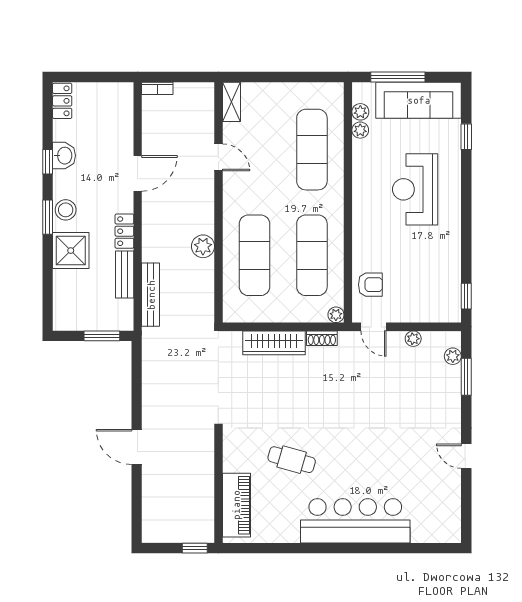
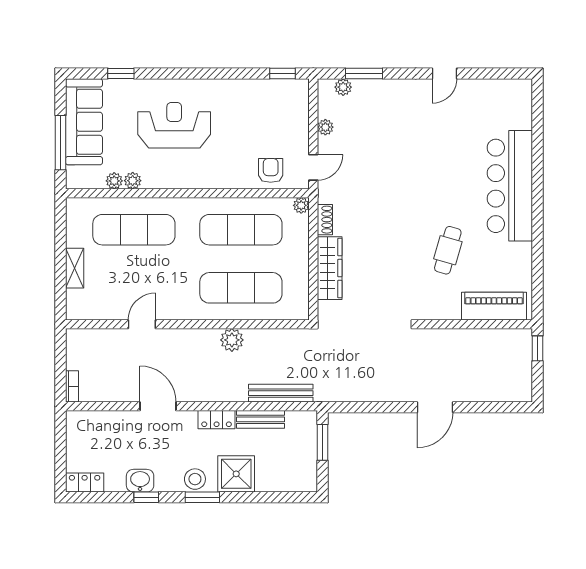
shelving: (231, 102) -> (75, 268), moved, turned 90
plant: (360, 112) -> (133, 181), moved
reception desk: (415, 189) -> (174, 125), turned 180

